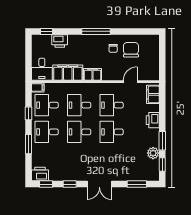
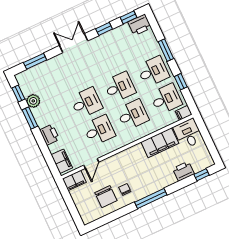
filing cabinet: (92, 74) -> (74, 181), moved

